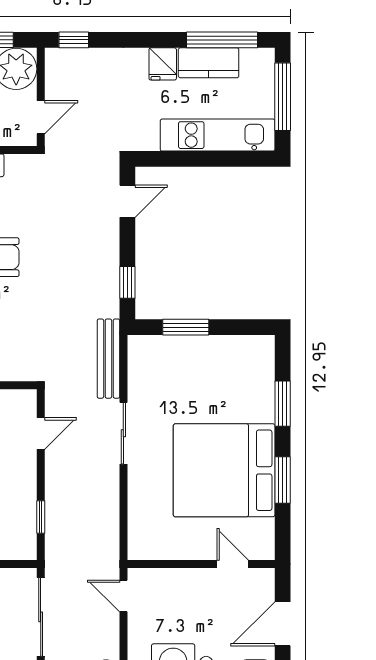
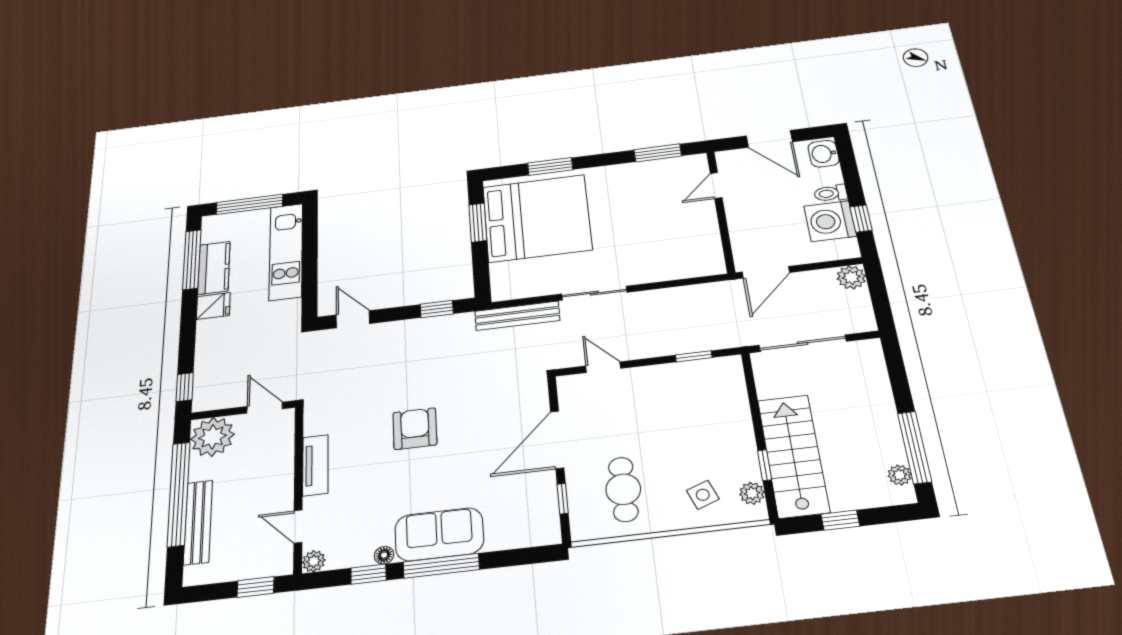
window: (186, 327) -> (478, 223), moved
bed: (224, 470) -> (537, 218), moved, turned -90
window: (283, 480) -> (658, 153), moved
door: (123, 596) -> (766, 272), width x1.38

